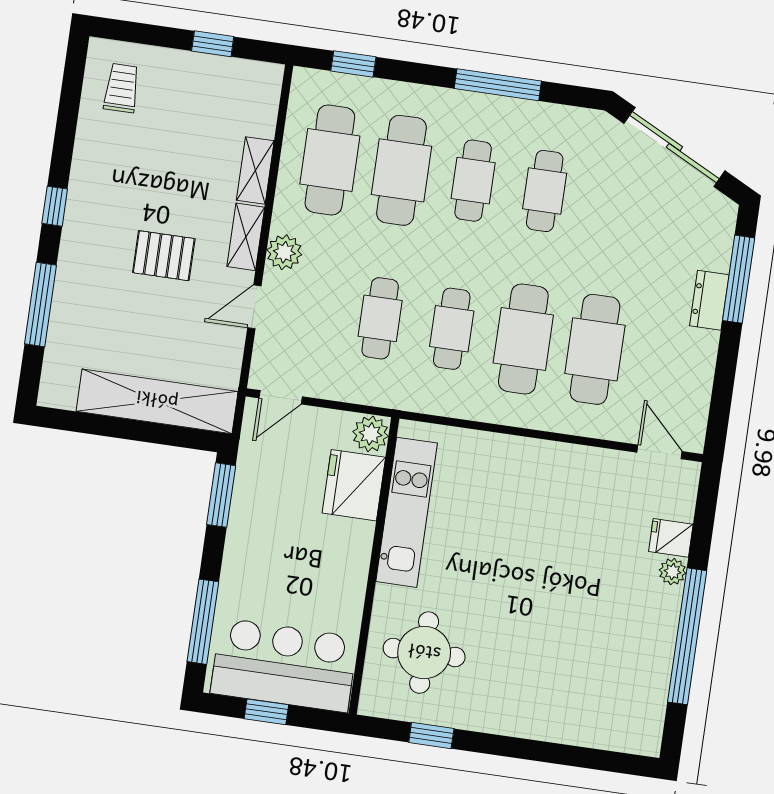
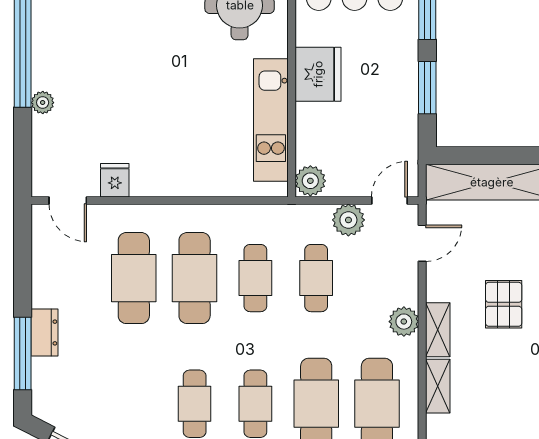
pallet: (164, 256) -> (504, 304), turned 90
door: (254, 307) -> (422, 243), moved
plant: (332, 381) -> (348, 220), added
fridge: (354, 485) -> (318, 74), moved
window: (221, 495) -> (427, 88), moved
fridge: (671, 538) -> (115, 180), moved, turned -90

